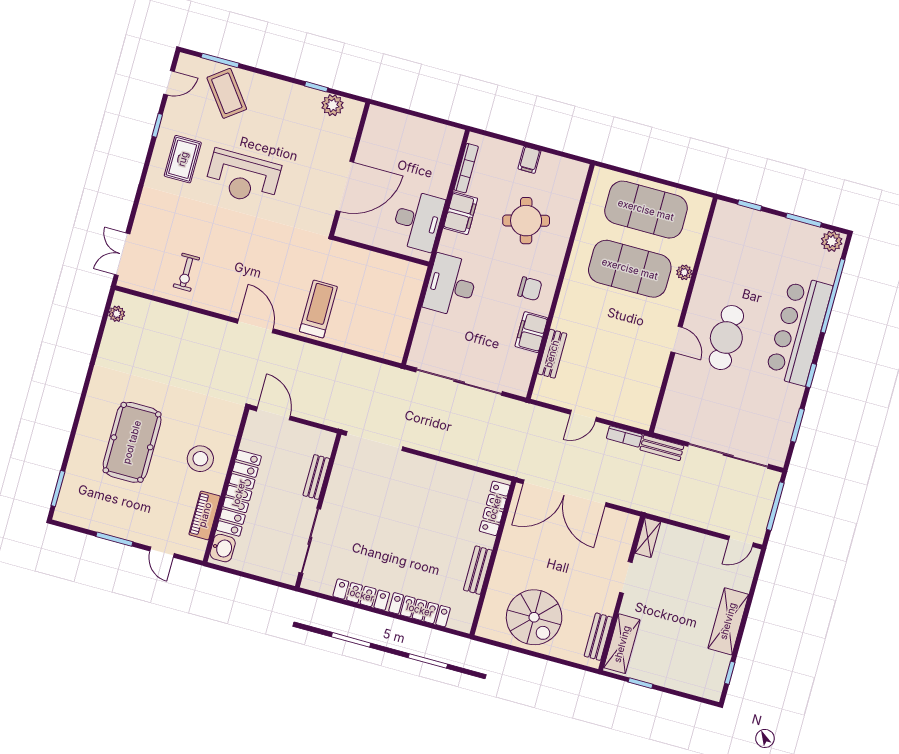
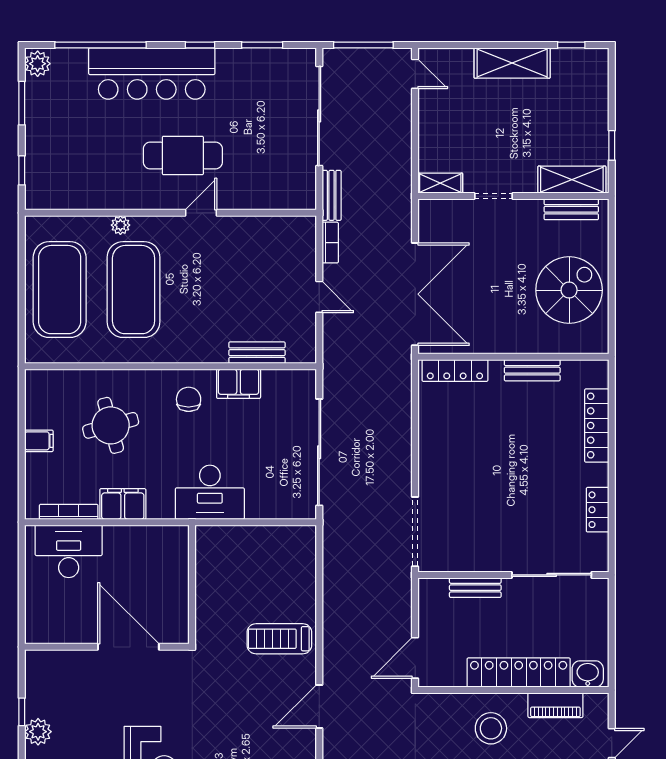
plant: (333, 105) -> (38, 732), moved
desk: (418, 221) -> (69, 551), moved
locker: (361, 595) -> (598, 510), width x0.66

